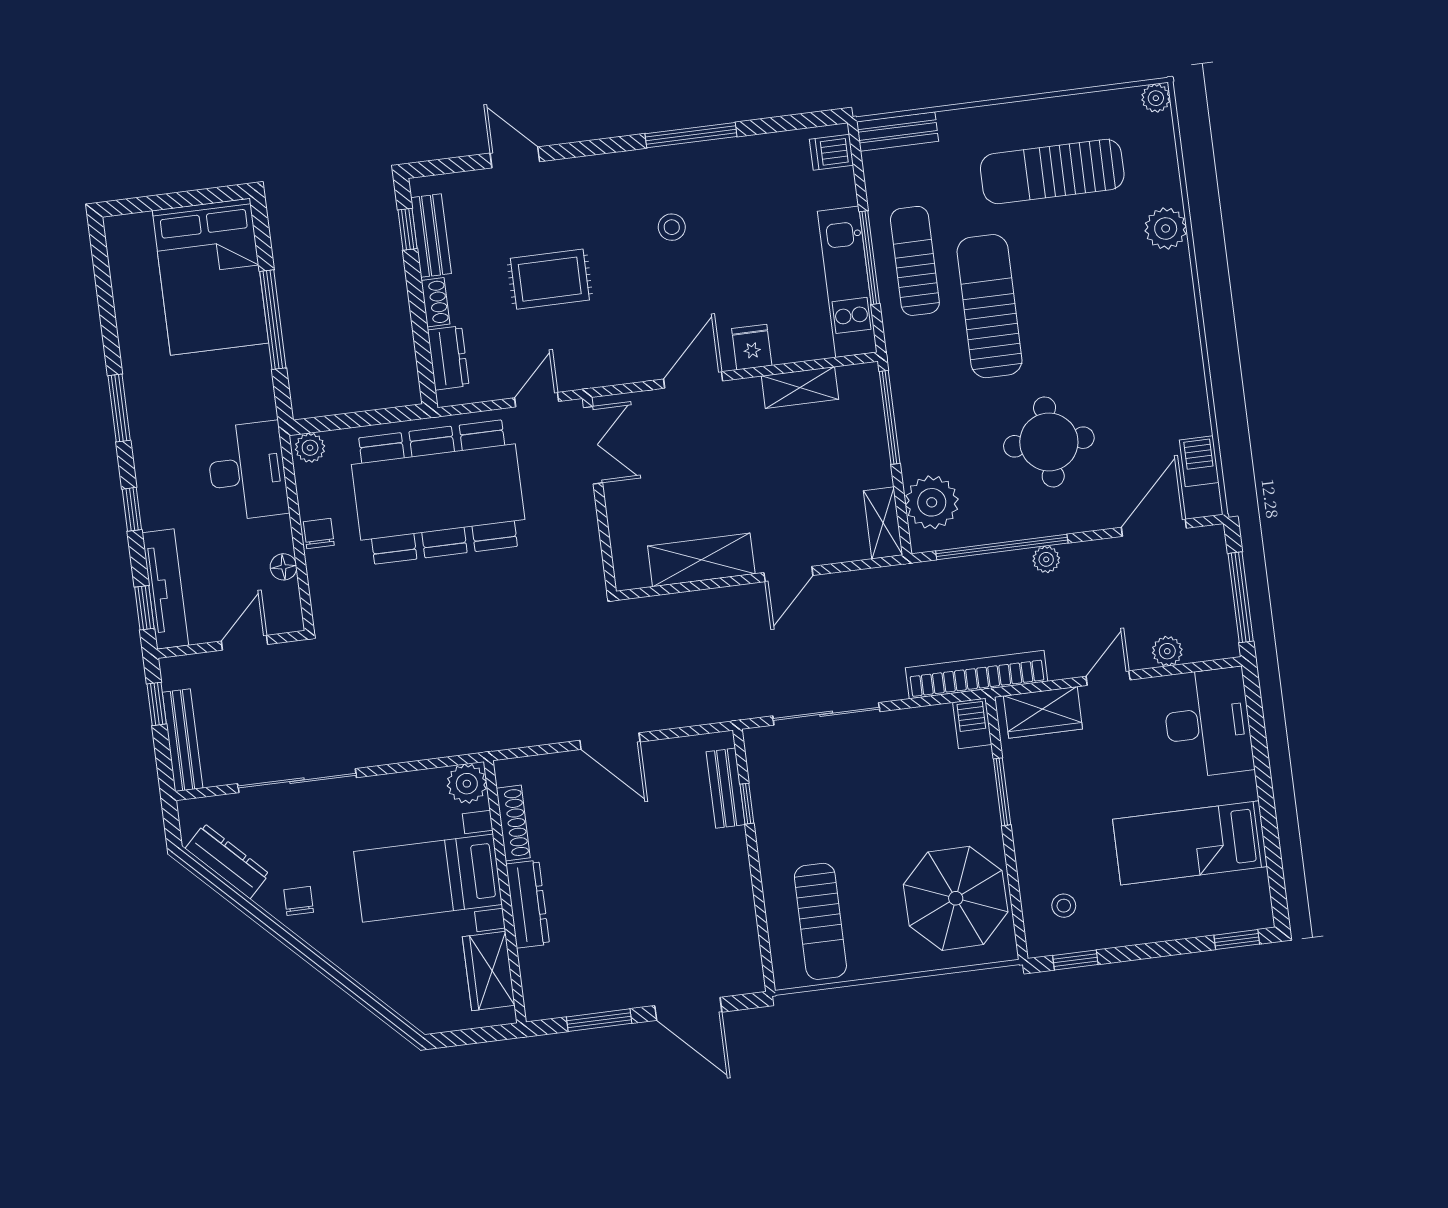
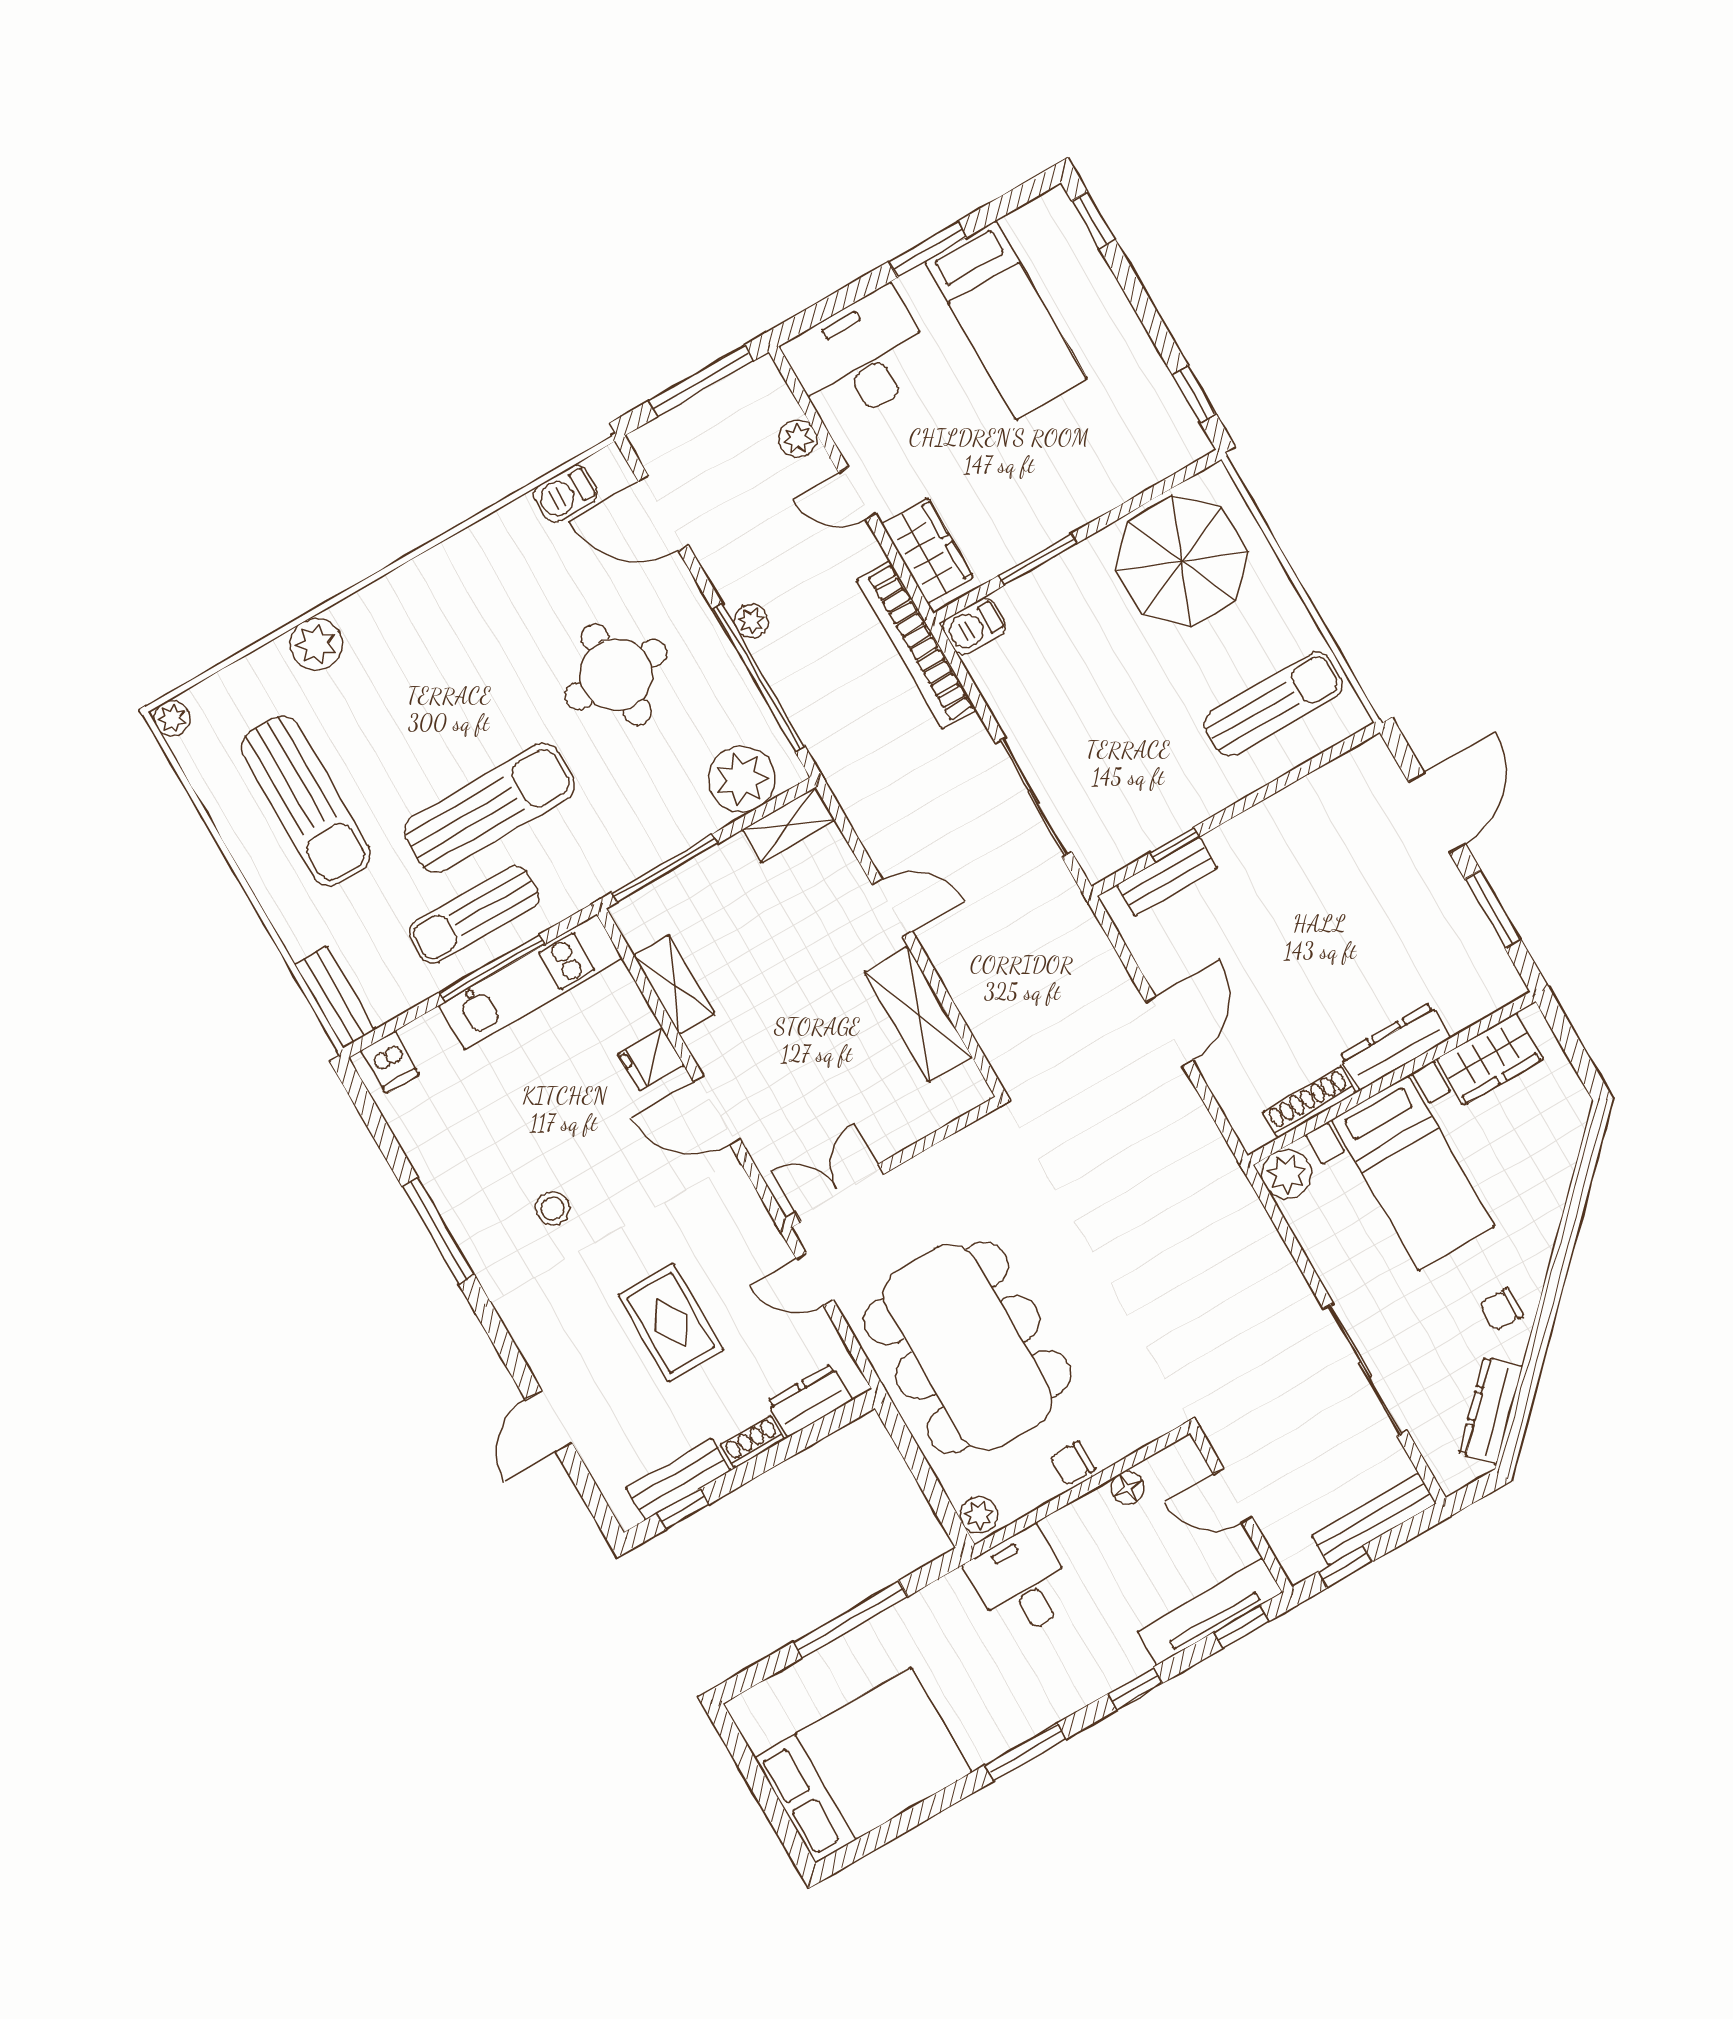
bed: (210, 277) -> (863, 1765), moved
sun lounger: (989, 306) -> (490, 808), turned 180
desk: (247, 471) -> (1022, 1583), width x0.73
window: (1267, 807) -> (928, 249), added
stool: (1064, 906) -> (1138, 434), removed

